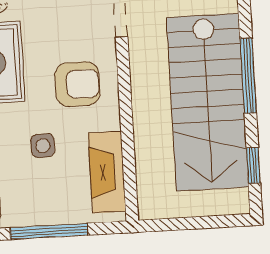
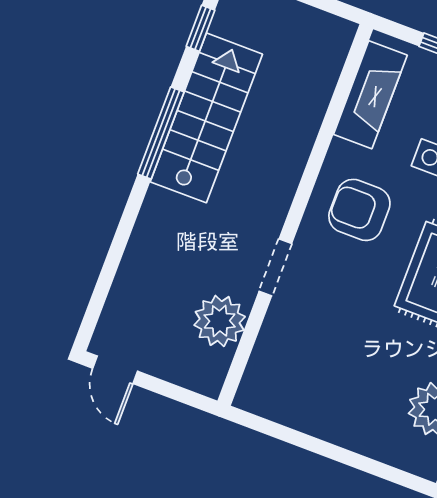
stairs: (208, 102) -> (206, 118), width x0.73, depth x0.66

